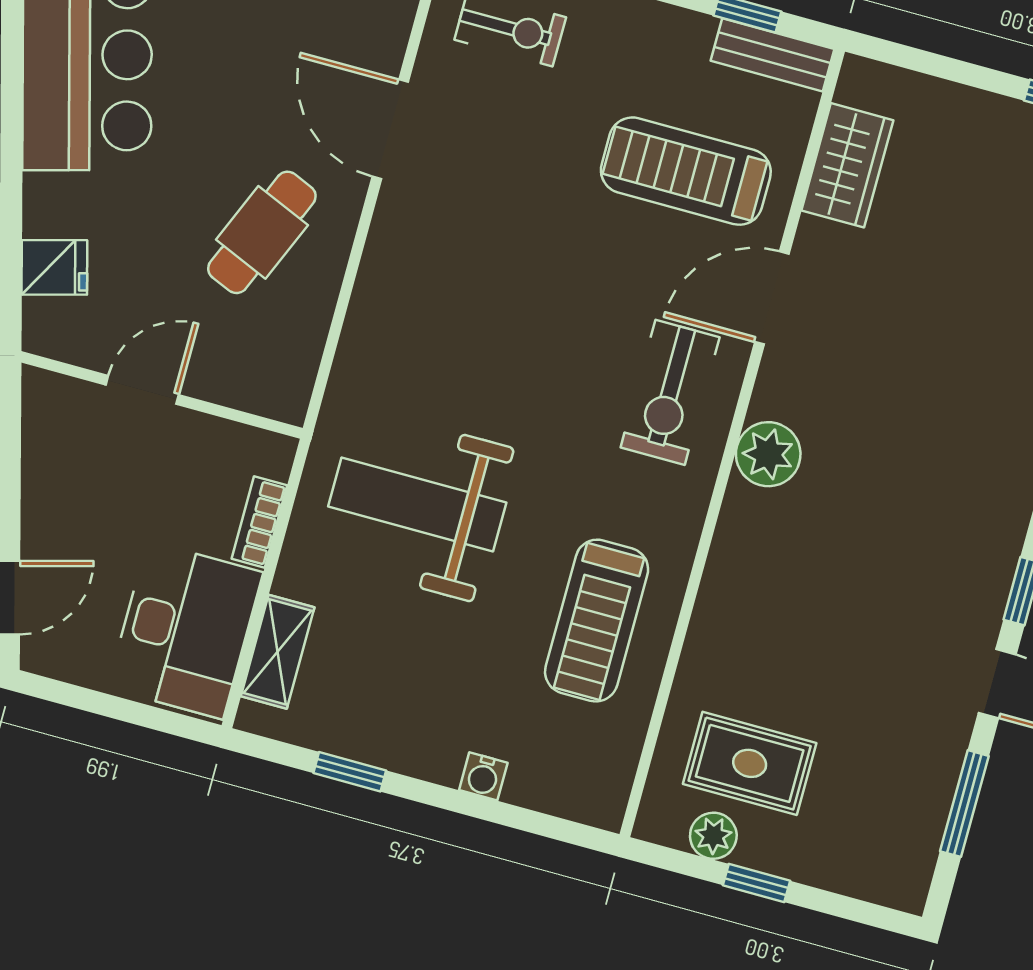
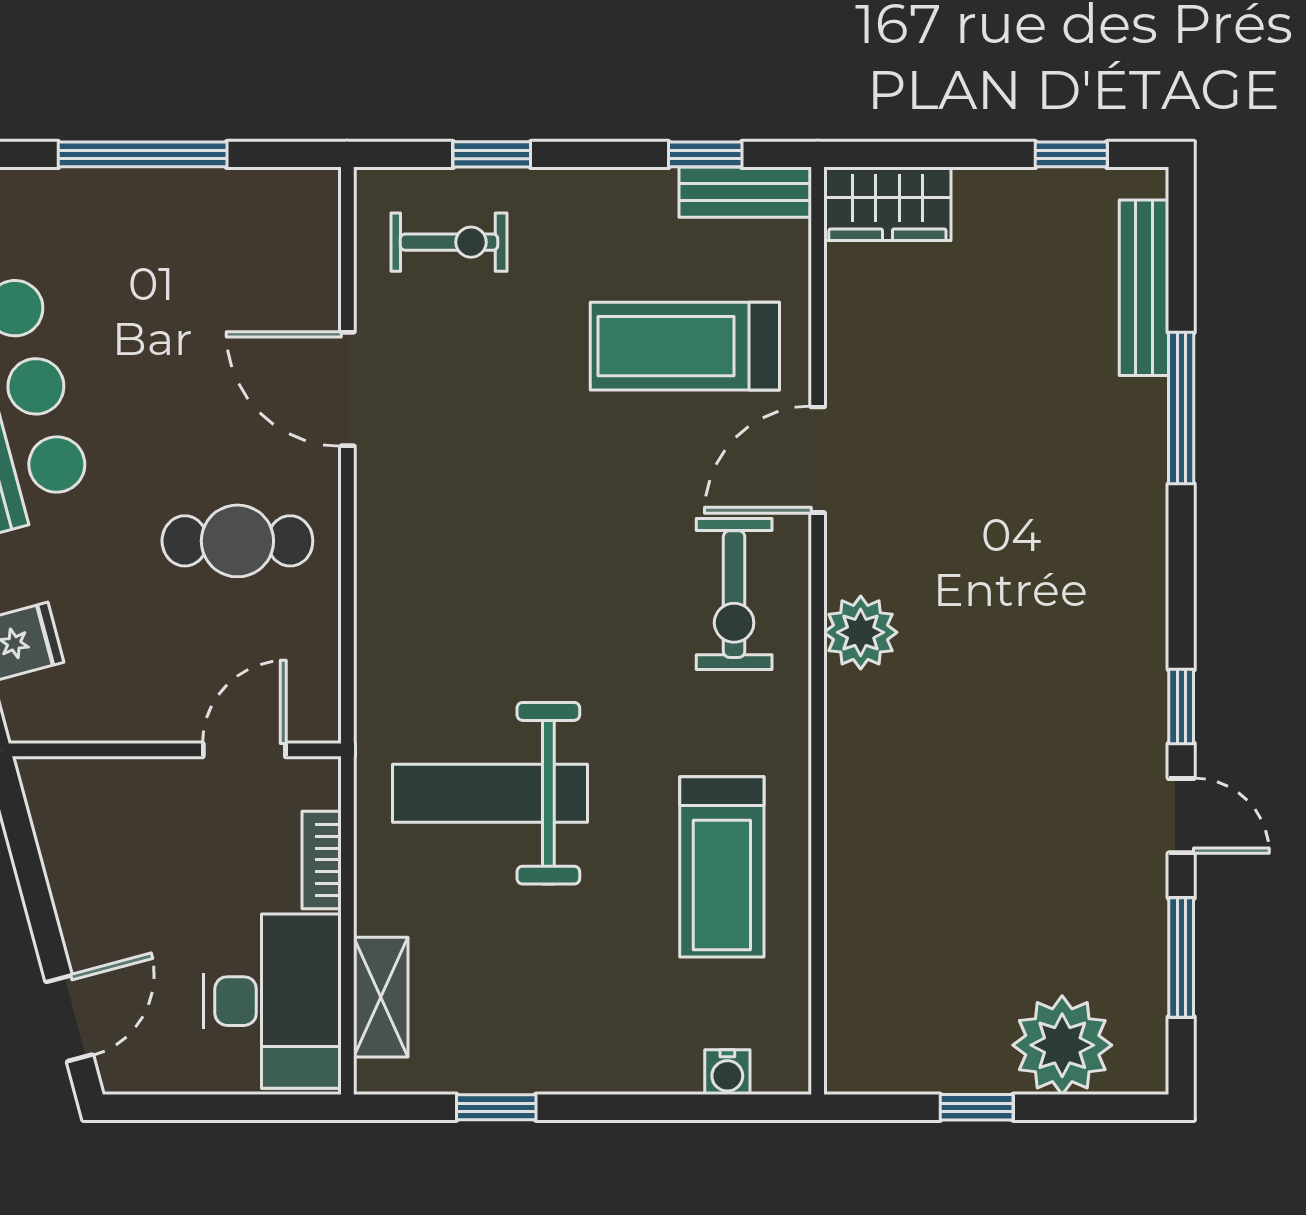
wardrobe: (847, 165) -> (887, 204), moved, turned 90
cafe table: (262, 232) -> (237, 541), turned 67
door: (142, 390) -> (244, 750), moved
rug: (750, 763) -> (933, 978), removed
water cooler: (483, 776) -> (727, 1072), moved
plant: (713, 836) -> (1062, 1045), moved, width x1.88, depth x1.88

